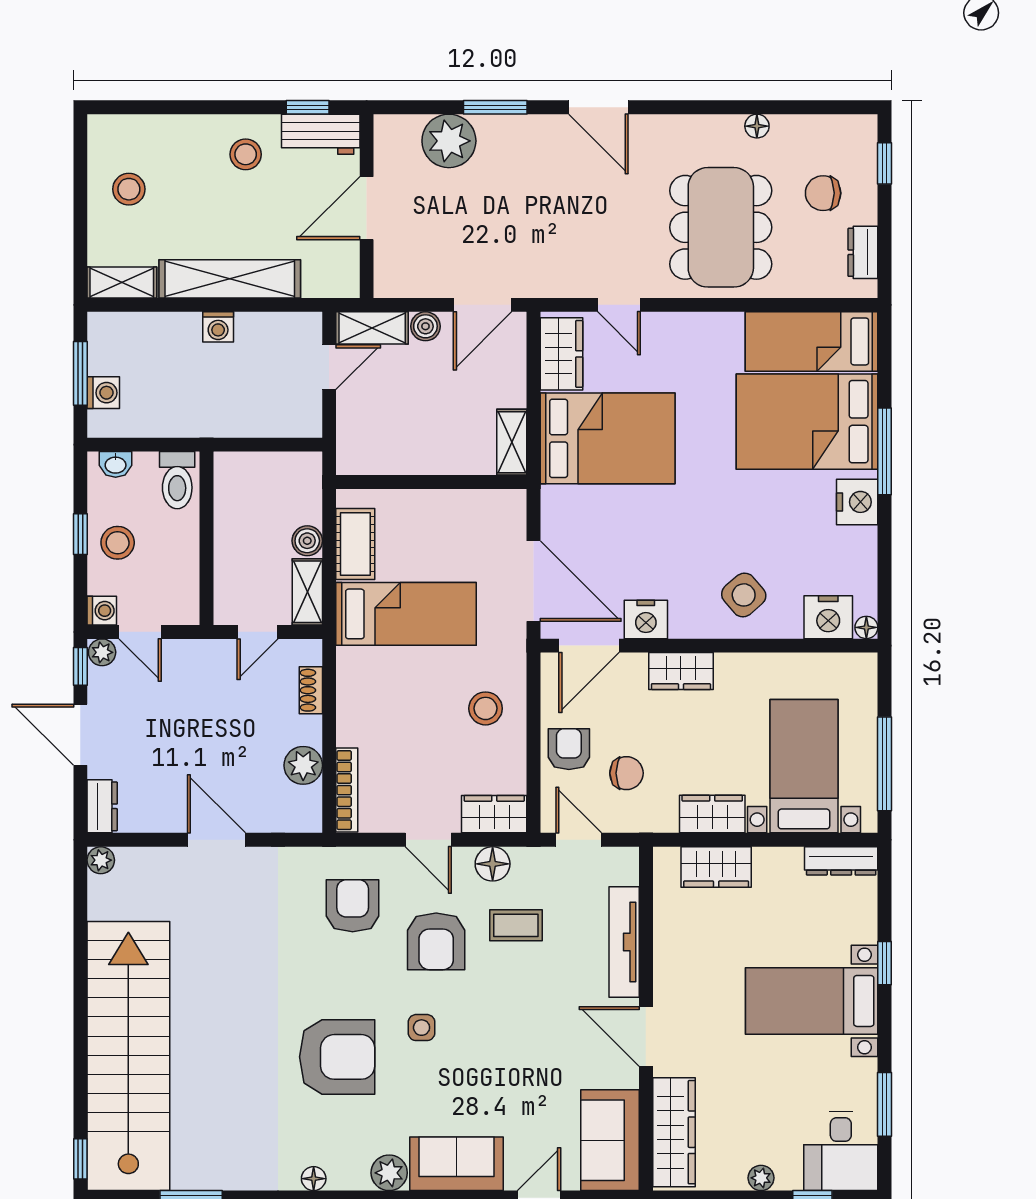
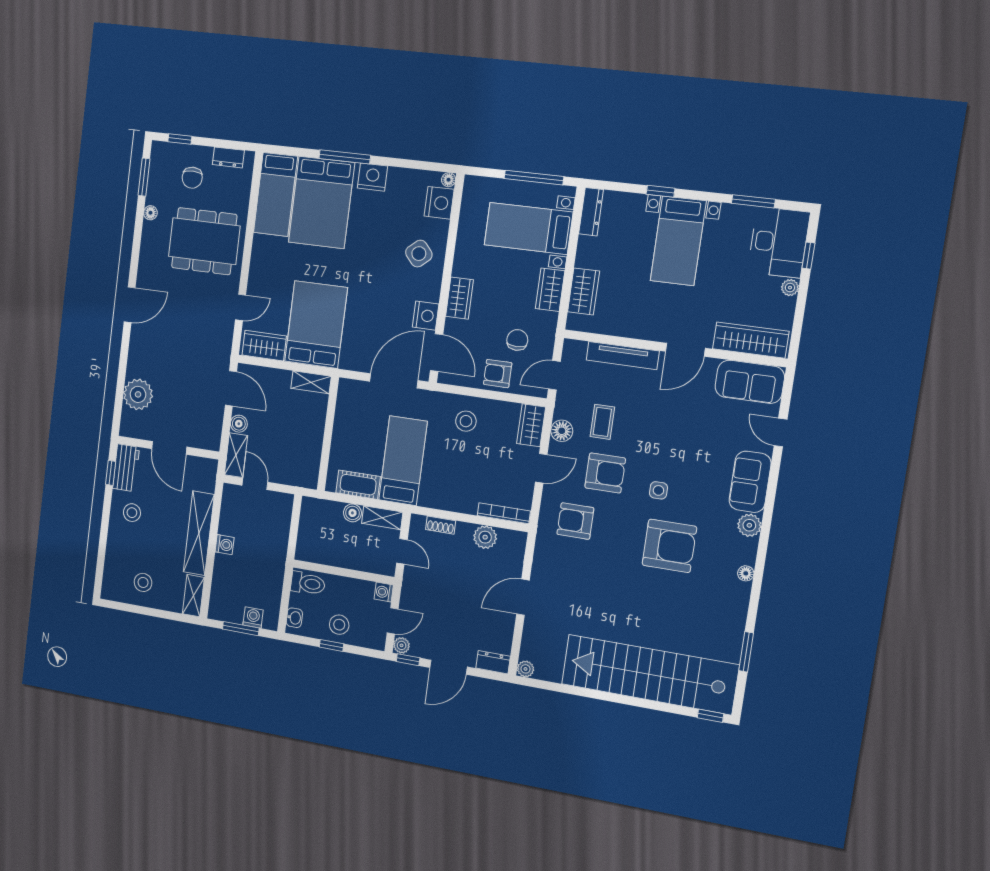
window: (495, 107) -> (144, 177), moved
washing machine: (102, 611) -> (384, 592), moved, turned -90
armchair: (337, 1057) -> (669, 546), turned 90
desk: (841, 1151) -> (779, 242), width x1.37

